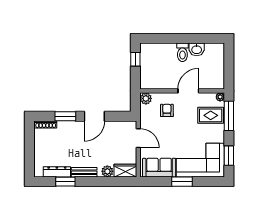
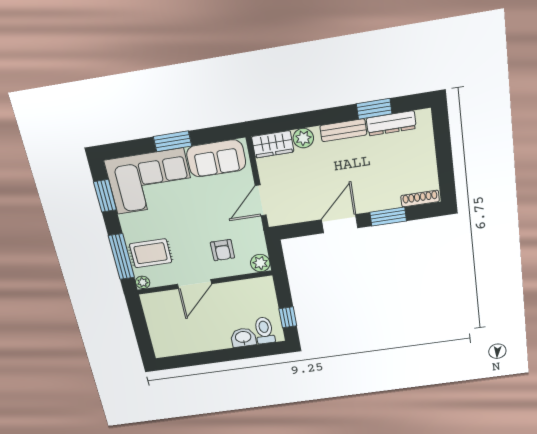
washbasin: (197, 49) -> (243, 337), moved
toilet: (182, 52) -> (264, 330), moved
door: (138, 138) -> (261, 200), hinge flipped

